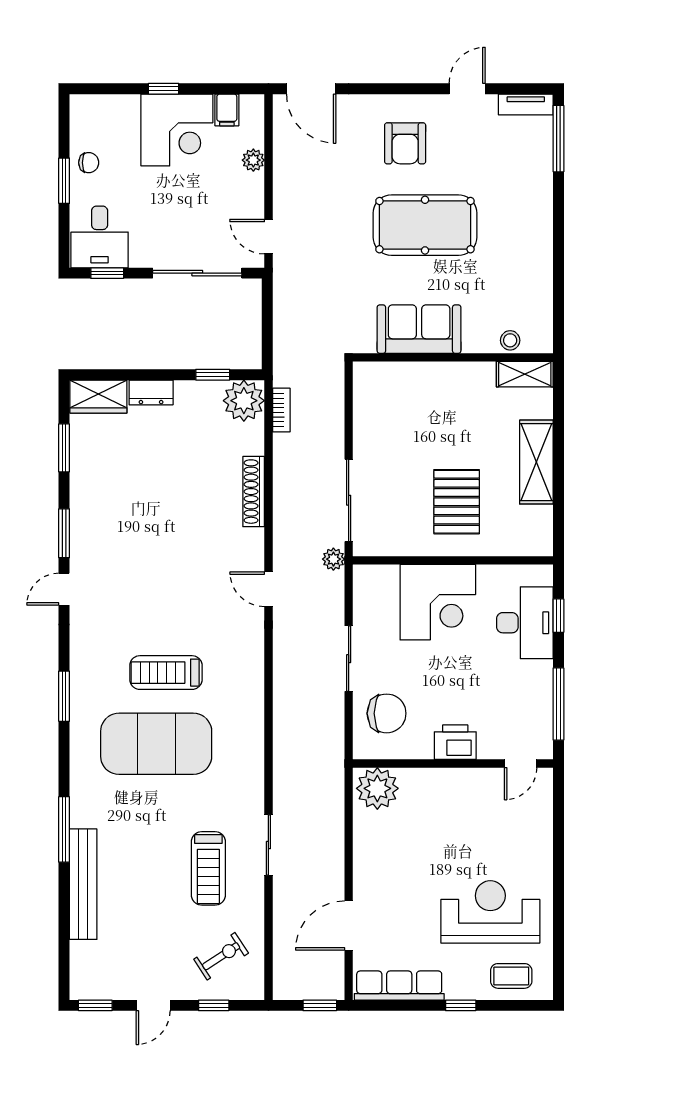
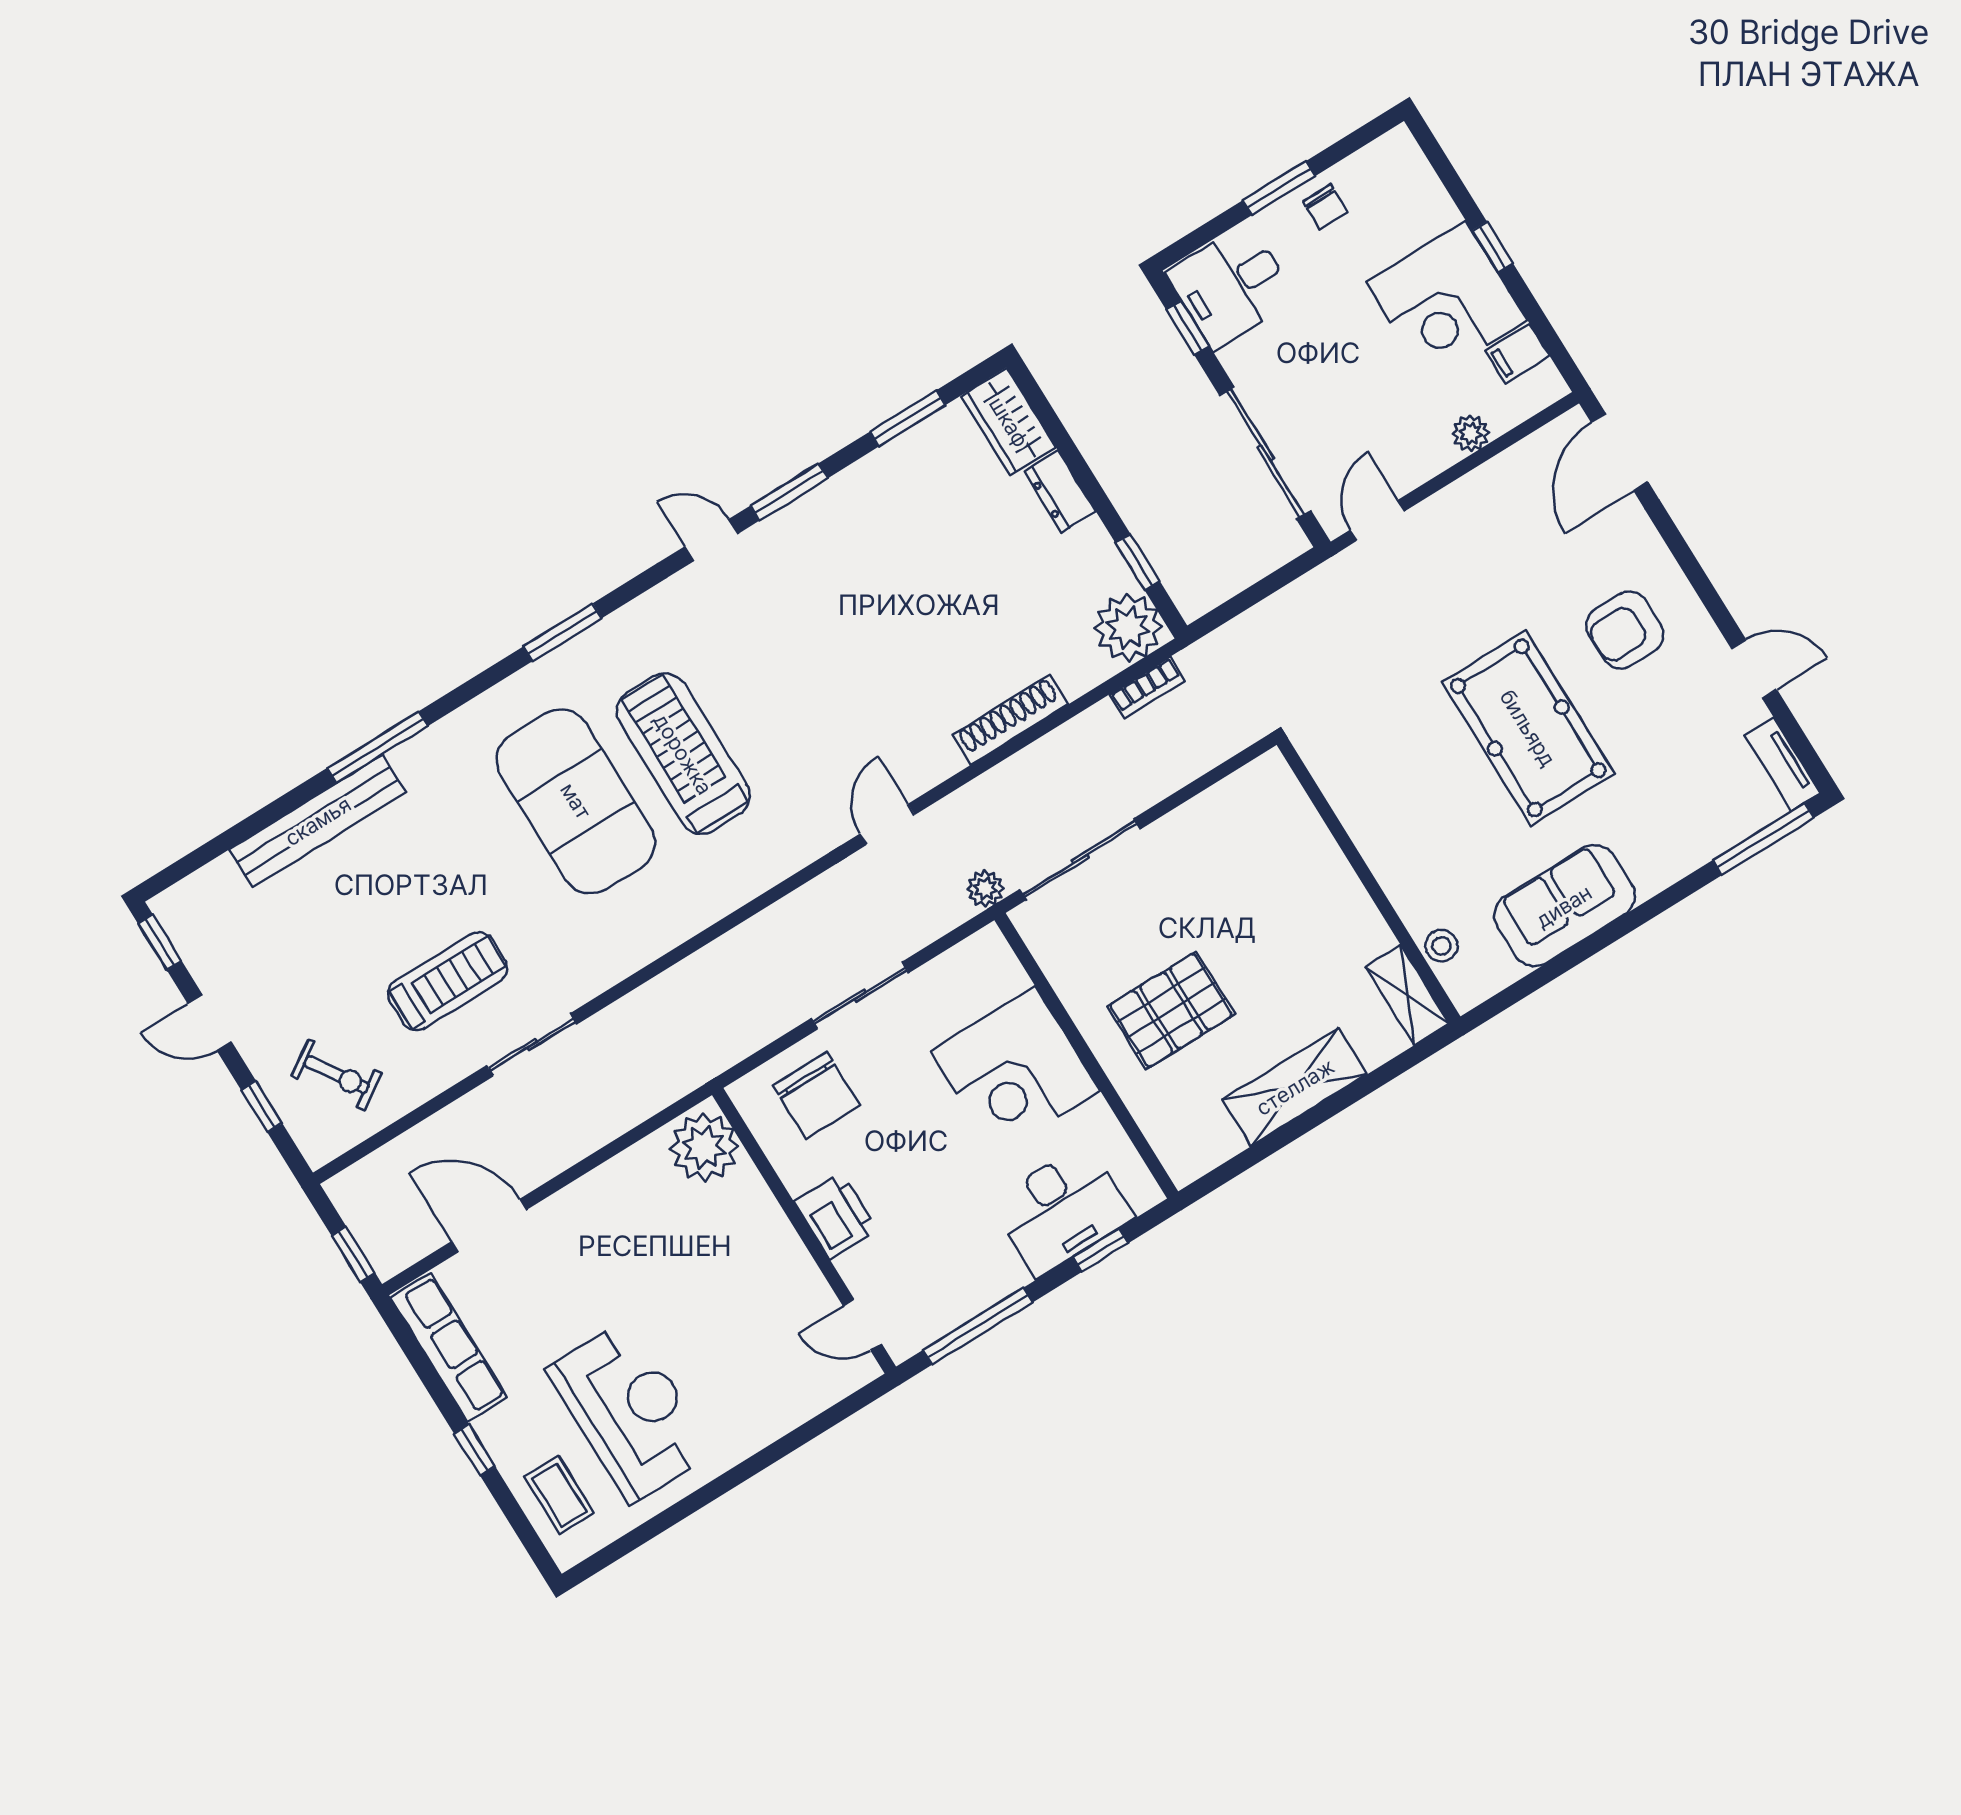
sofa: (419, 329) -> (1564, 906), moved, turned -90
treadmill: (166, 673) -> (683, 754), width x1.37, depth x1.38
treadmill: (208, 868) -> (448, 981), turned 180

